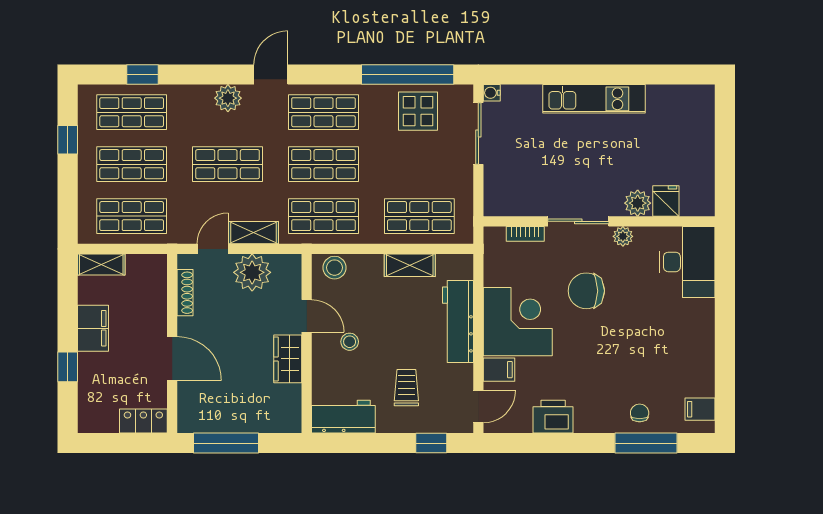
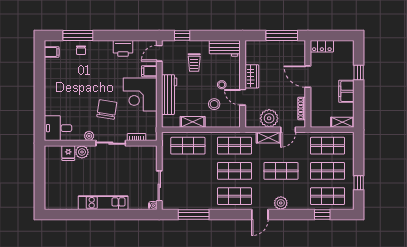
window: (408, 74) -> (194, 214), width x0.68
display table: (418, 111) -> (189, 197), removed
desk: (687, 262) -> (58, 128), width x0.73
stool: (334, 268) -> (214, 104), moved
chair: (586, 291) -> (107, 109), turned -81

